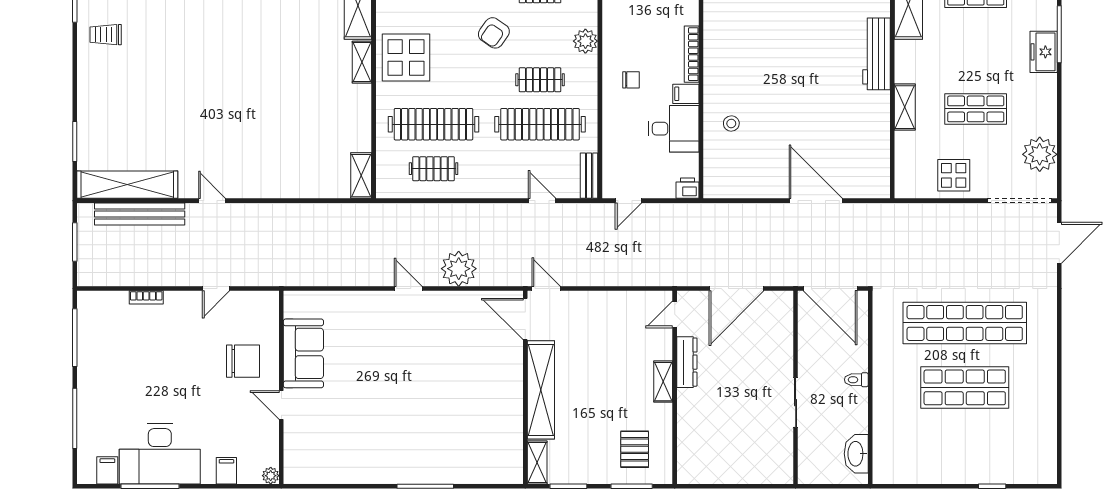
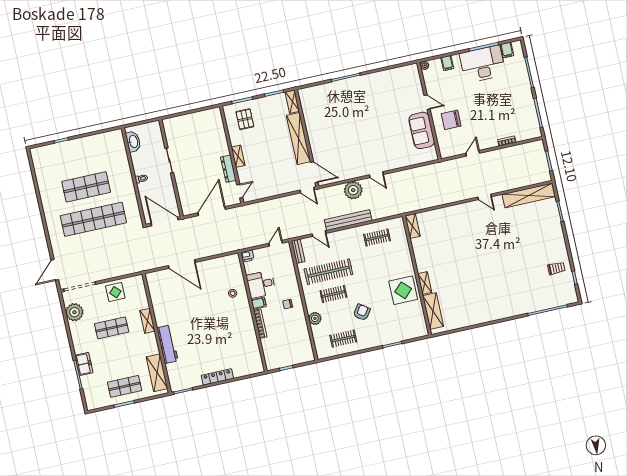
clothes rail: (434, 124) -> (382, 260), removed
bench: (140, 214) -> (348, 220), moved

